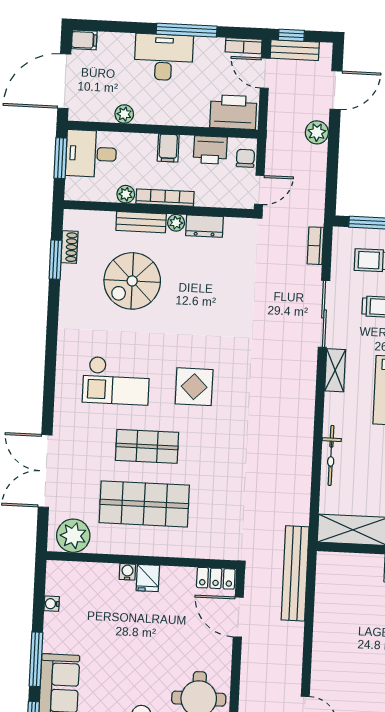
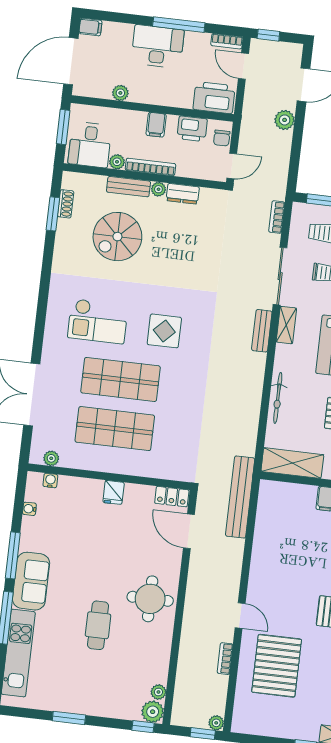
bench: (295, 50) -> (262, 331), moved, turned 90
desk: (91, 154) -> (90, 145), moved, turned -90
chair: (245, 158) -> (222, 138), turned 180
shop shelf: (147, 446) -> (121, 379), width x1.43, depth x1.36
plant: (73, 536) -> (51, 458), width x0.53, depth x0.53
water cooler: (127, 572) -> (50, 480), moved

